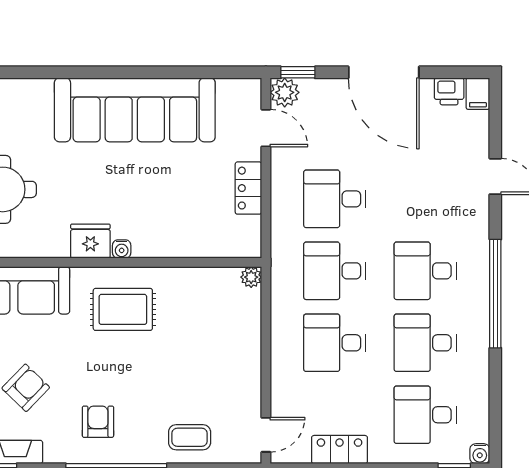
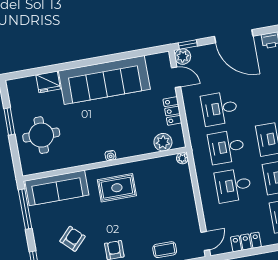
fridge: (90, 241) -> (48, 82), moved, turned 180
plant: (221, 242) -> (163, 142), added

